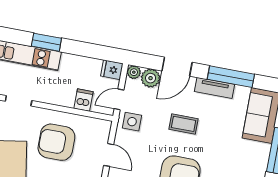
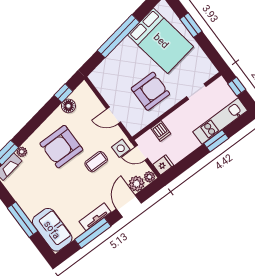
door: (119, 99) -> (141, 153), swing flipped
coffee table: (184, 124) -> (96, 162), moved

